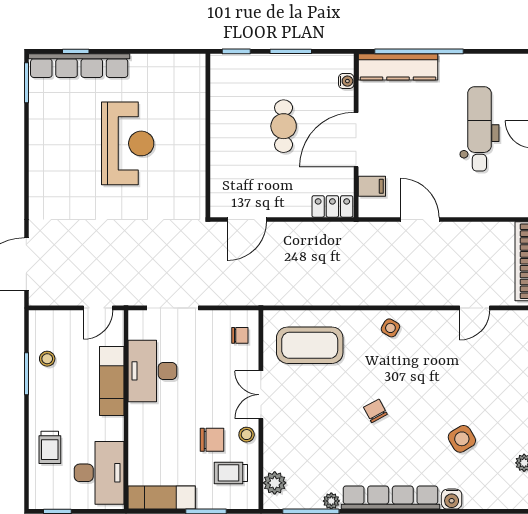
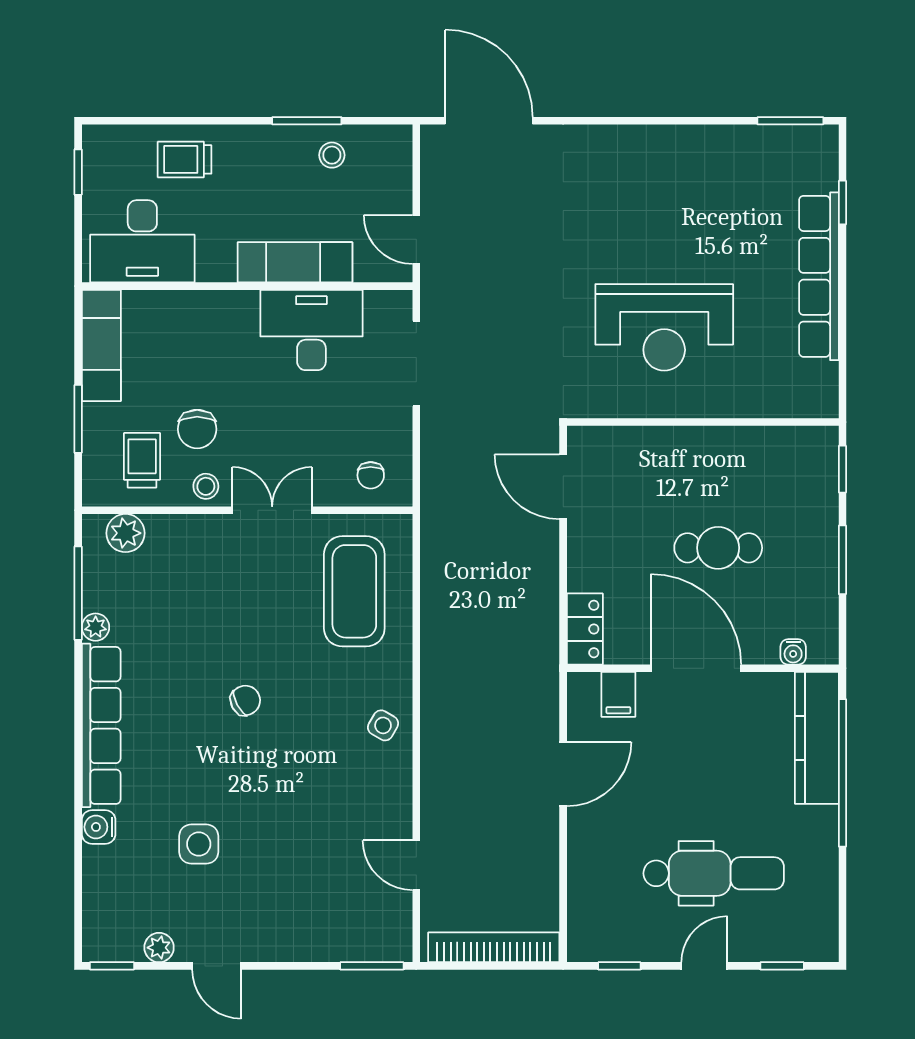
row of seats: (79, 66) -> (819, 276), moved
reception desk: (128, 143) -> (664, 327), moved
side table: (462, 439) -> (199, 844), turned 31

